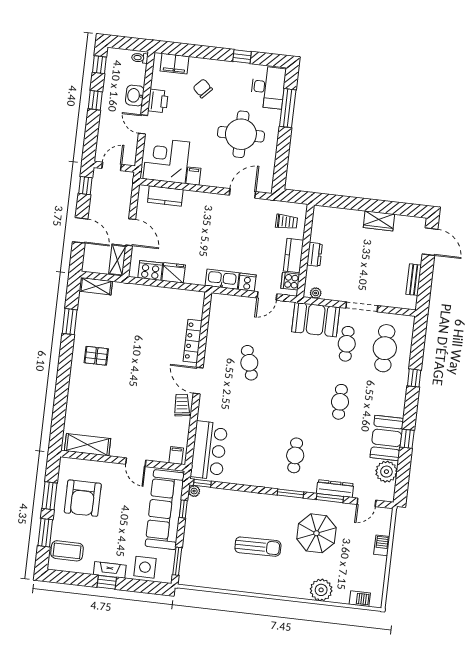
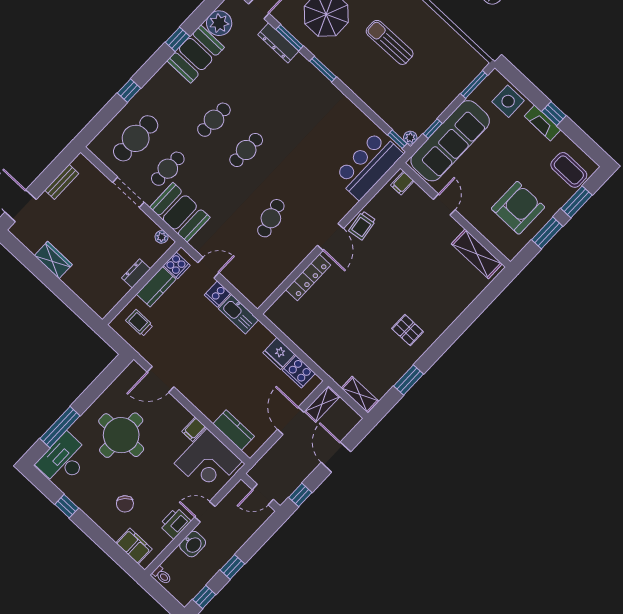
door: (143, 124) -> (205, 512), swing flipped
cafe table: (295, 455) -> (246, 150), moved

